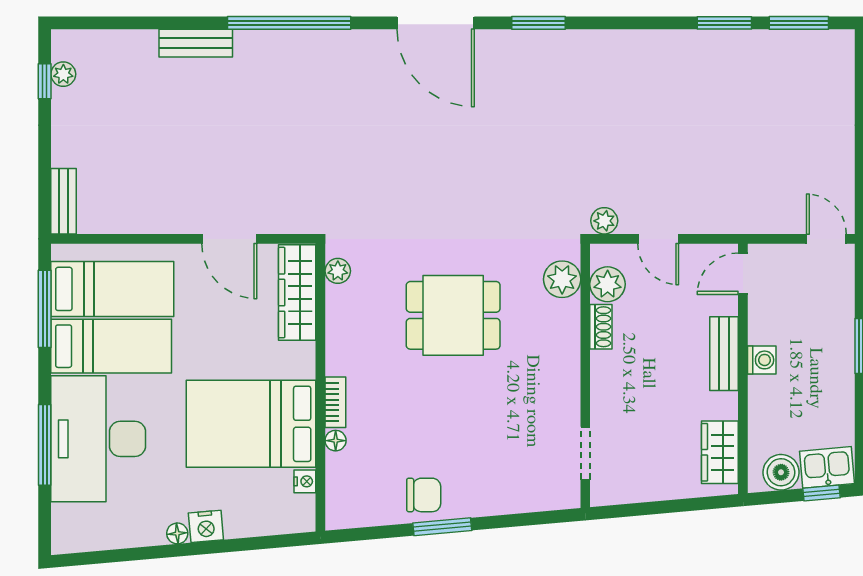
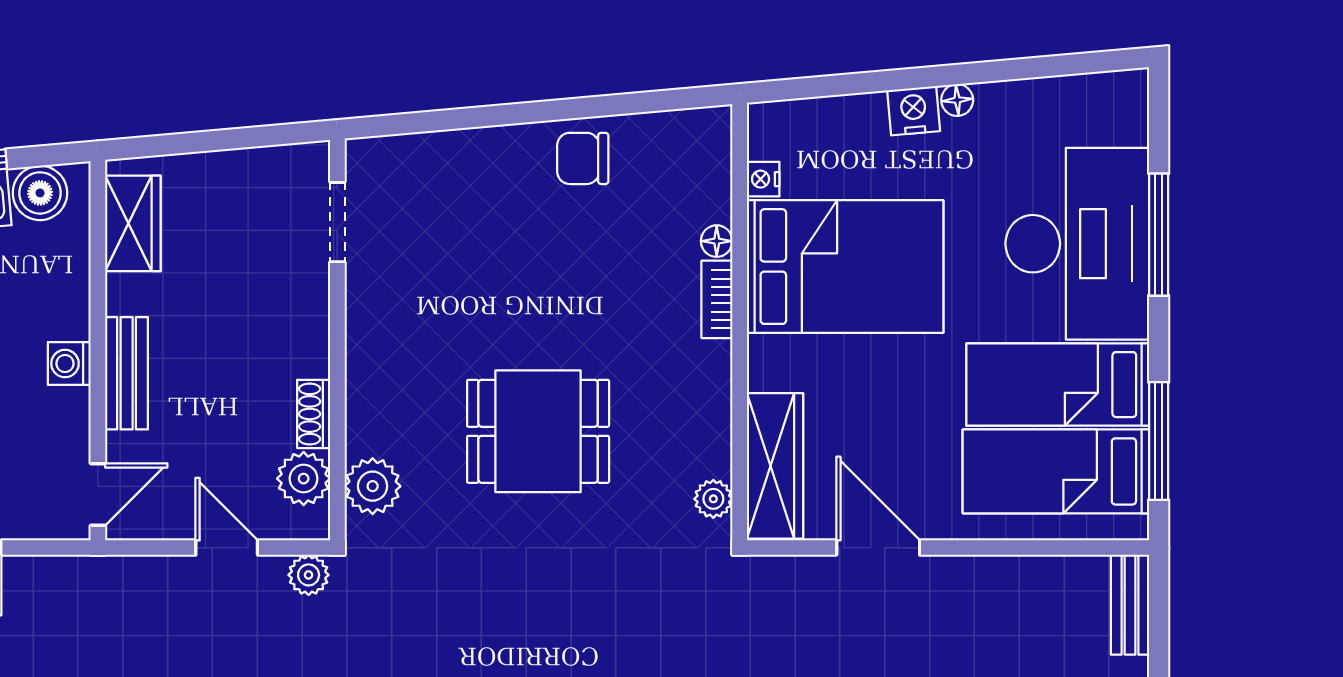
window: (442, 527) -> (555, 110), removed

